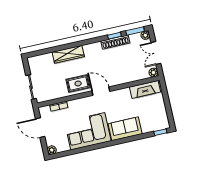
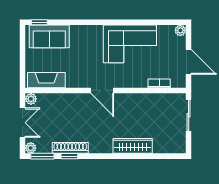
rug: (78, 83) -> (129, 106), removed
sofa: (125, 129) -> (49, 36), moved

